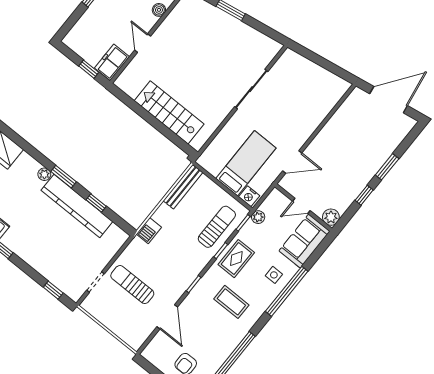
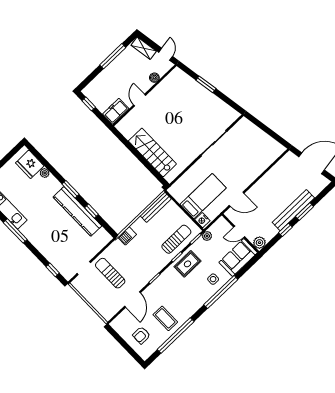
window: (89, 69) -> (89, 104), moved
bench: (372, 167) -> (293, 210), added
plant: (44, 174) -> (45, 173), moved
coffee table: (231, 302) -> (165, 318), moved

